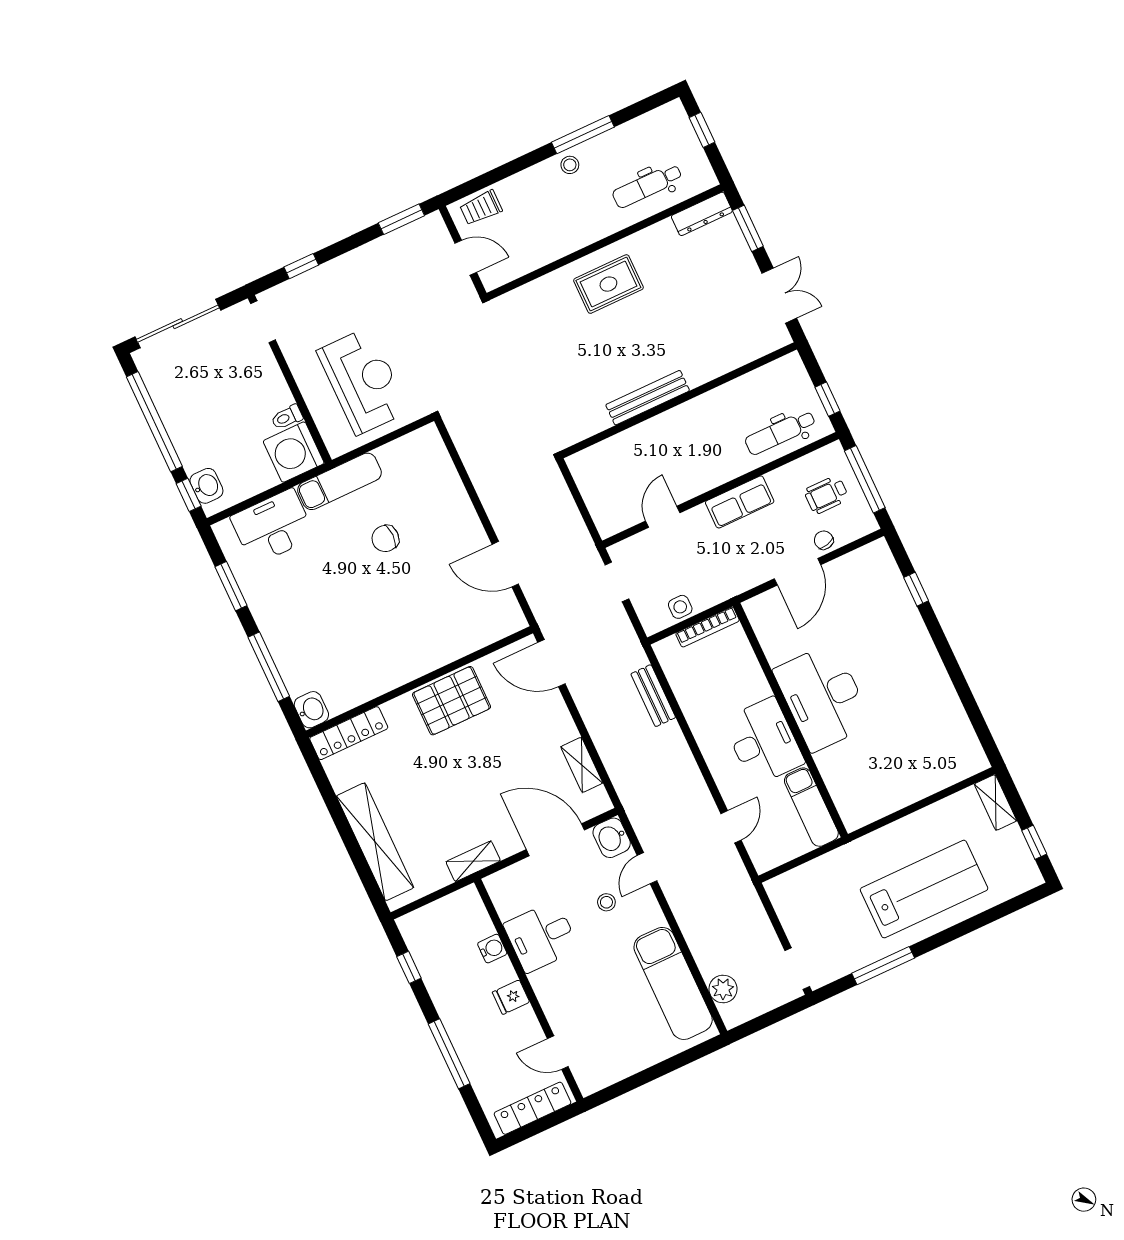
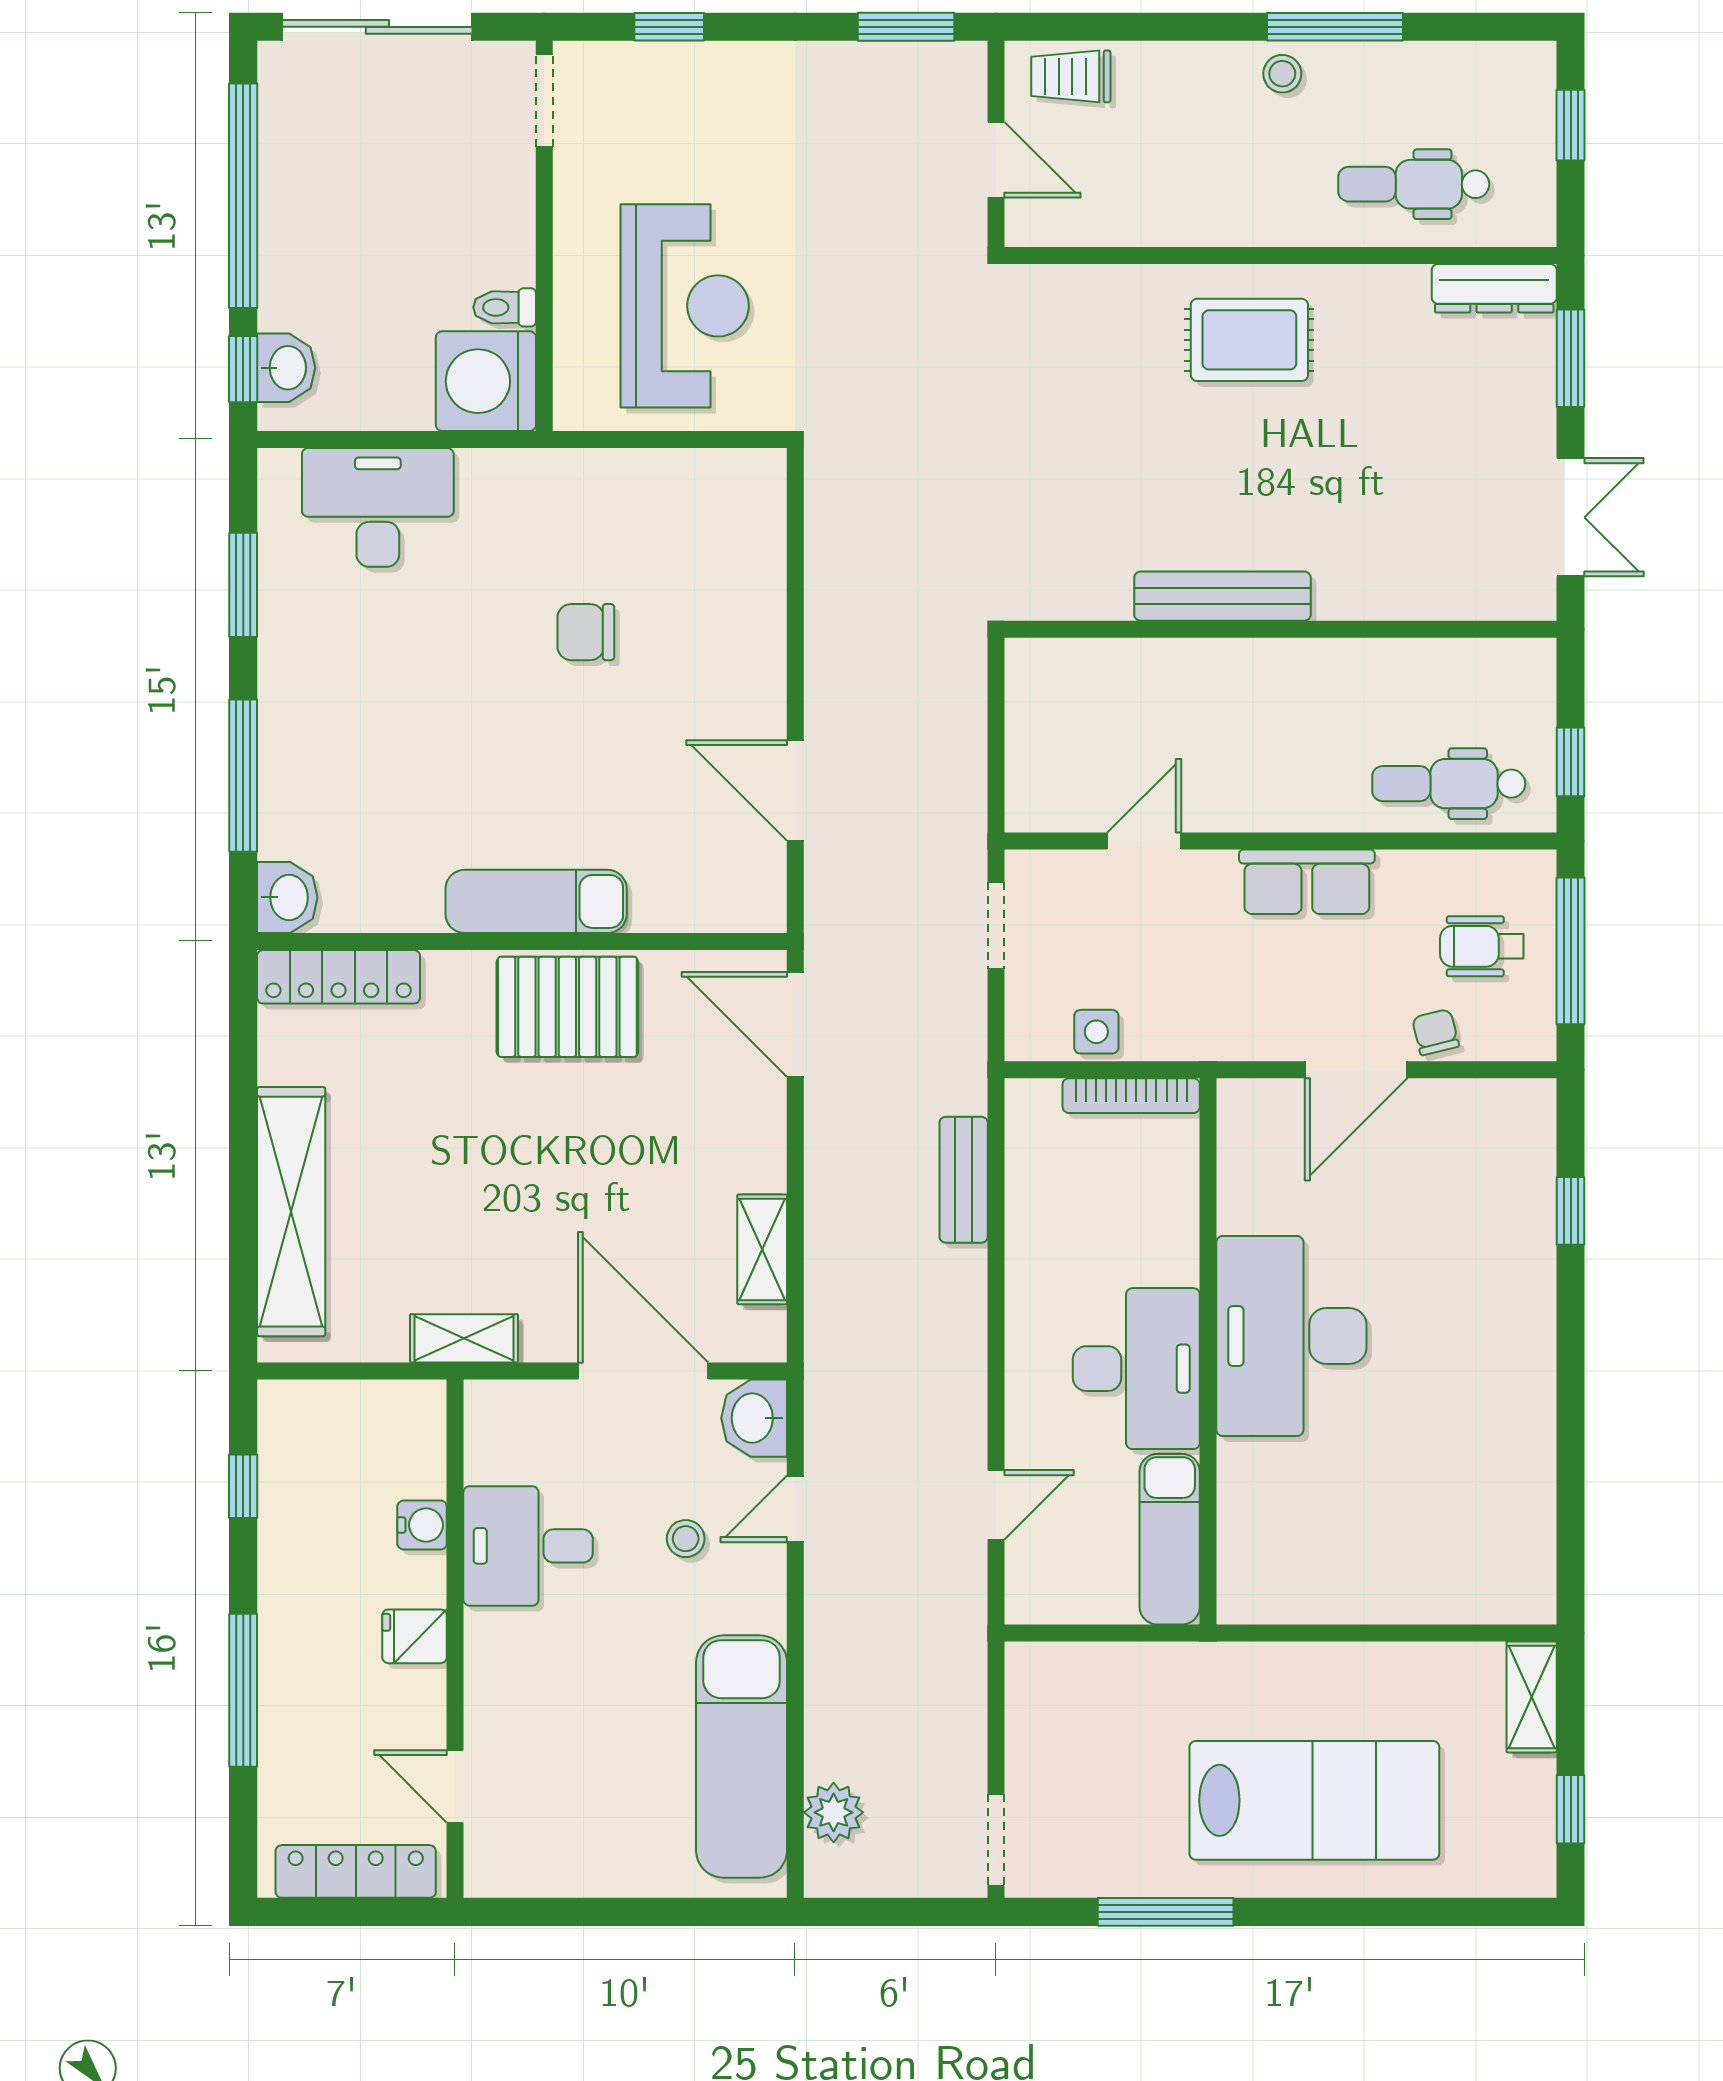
exam couch: (340, 481) -> (536, 901), moved, turned 180

